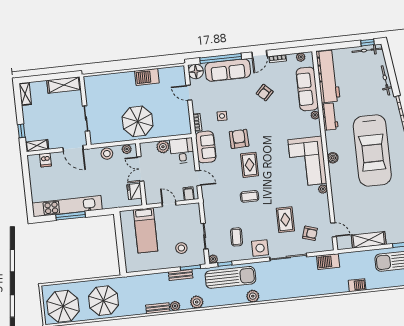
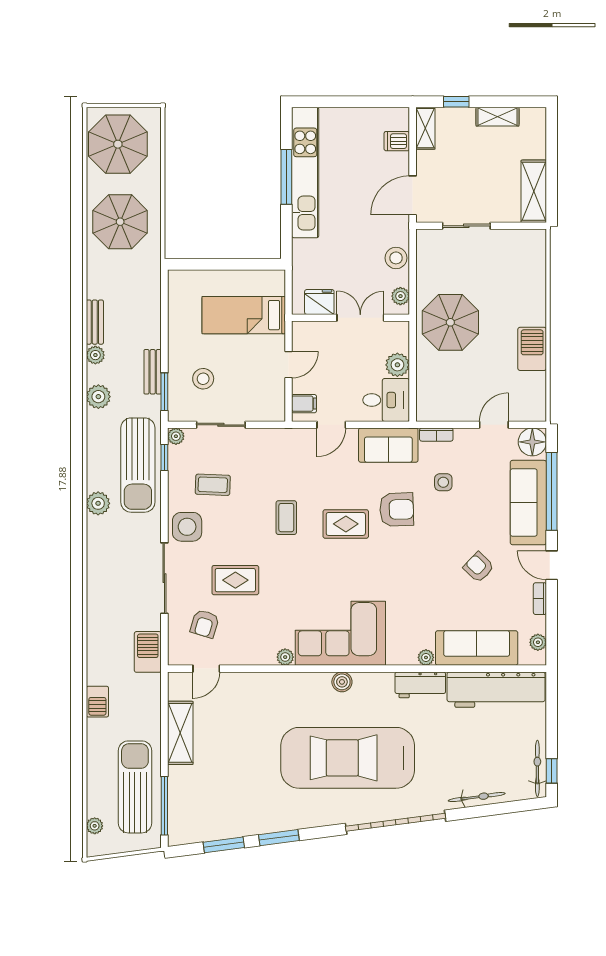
shelving: (25, 94) -> (497, 117), moved

